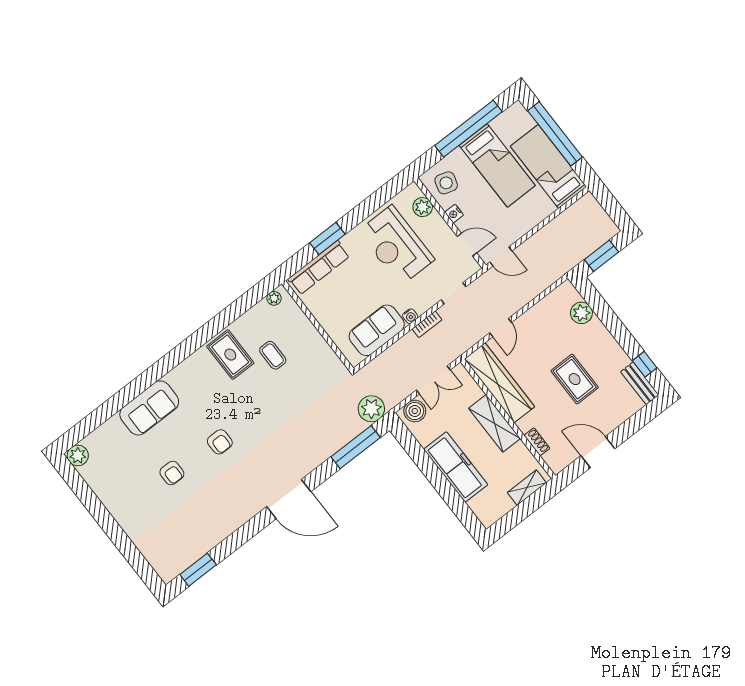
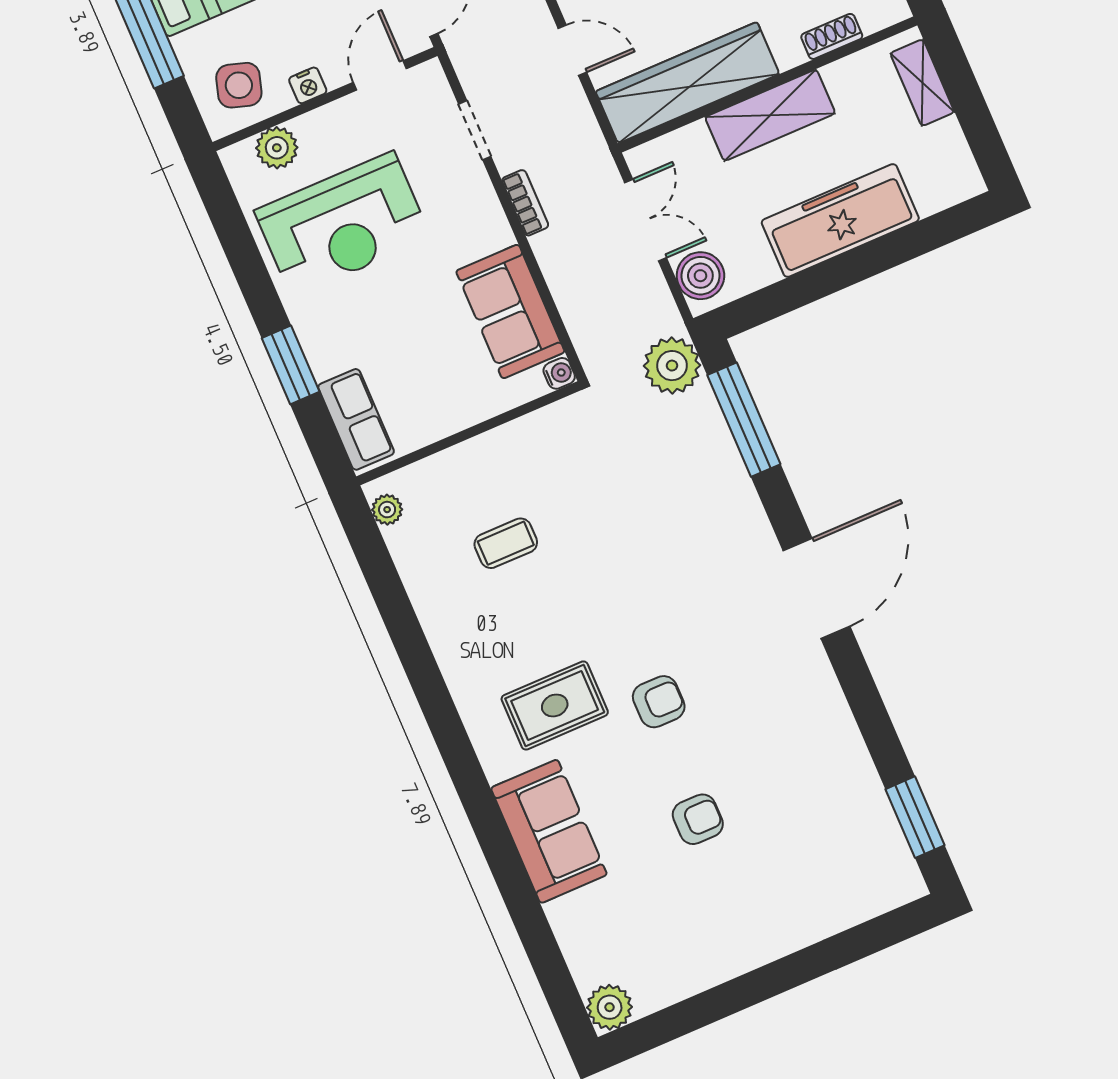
row of seats: (319, 268) -> (356, 419), width x0.68
water cooler: (410, 316) -> (559, 373), moved
rug: (230, 355) -> (555, 705), moved

